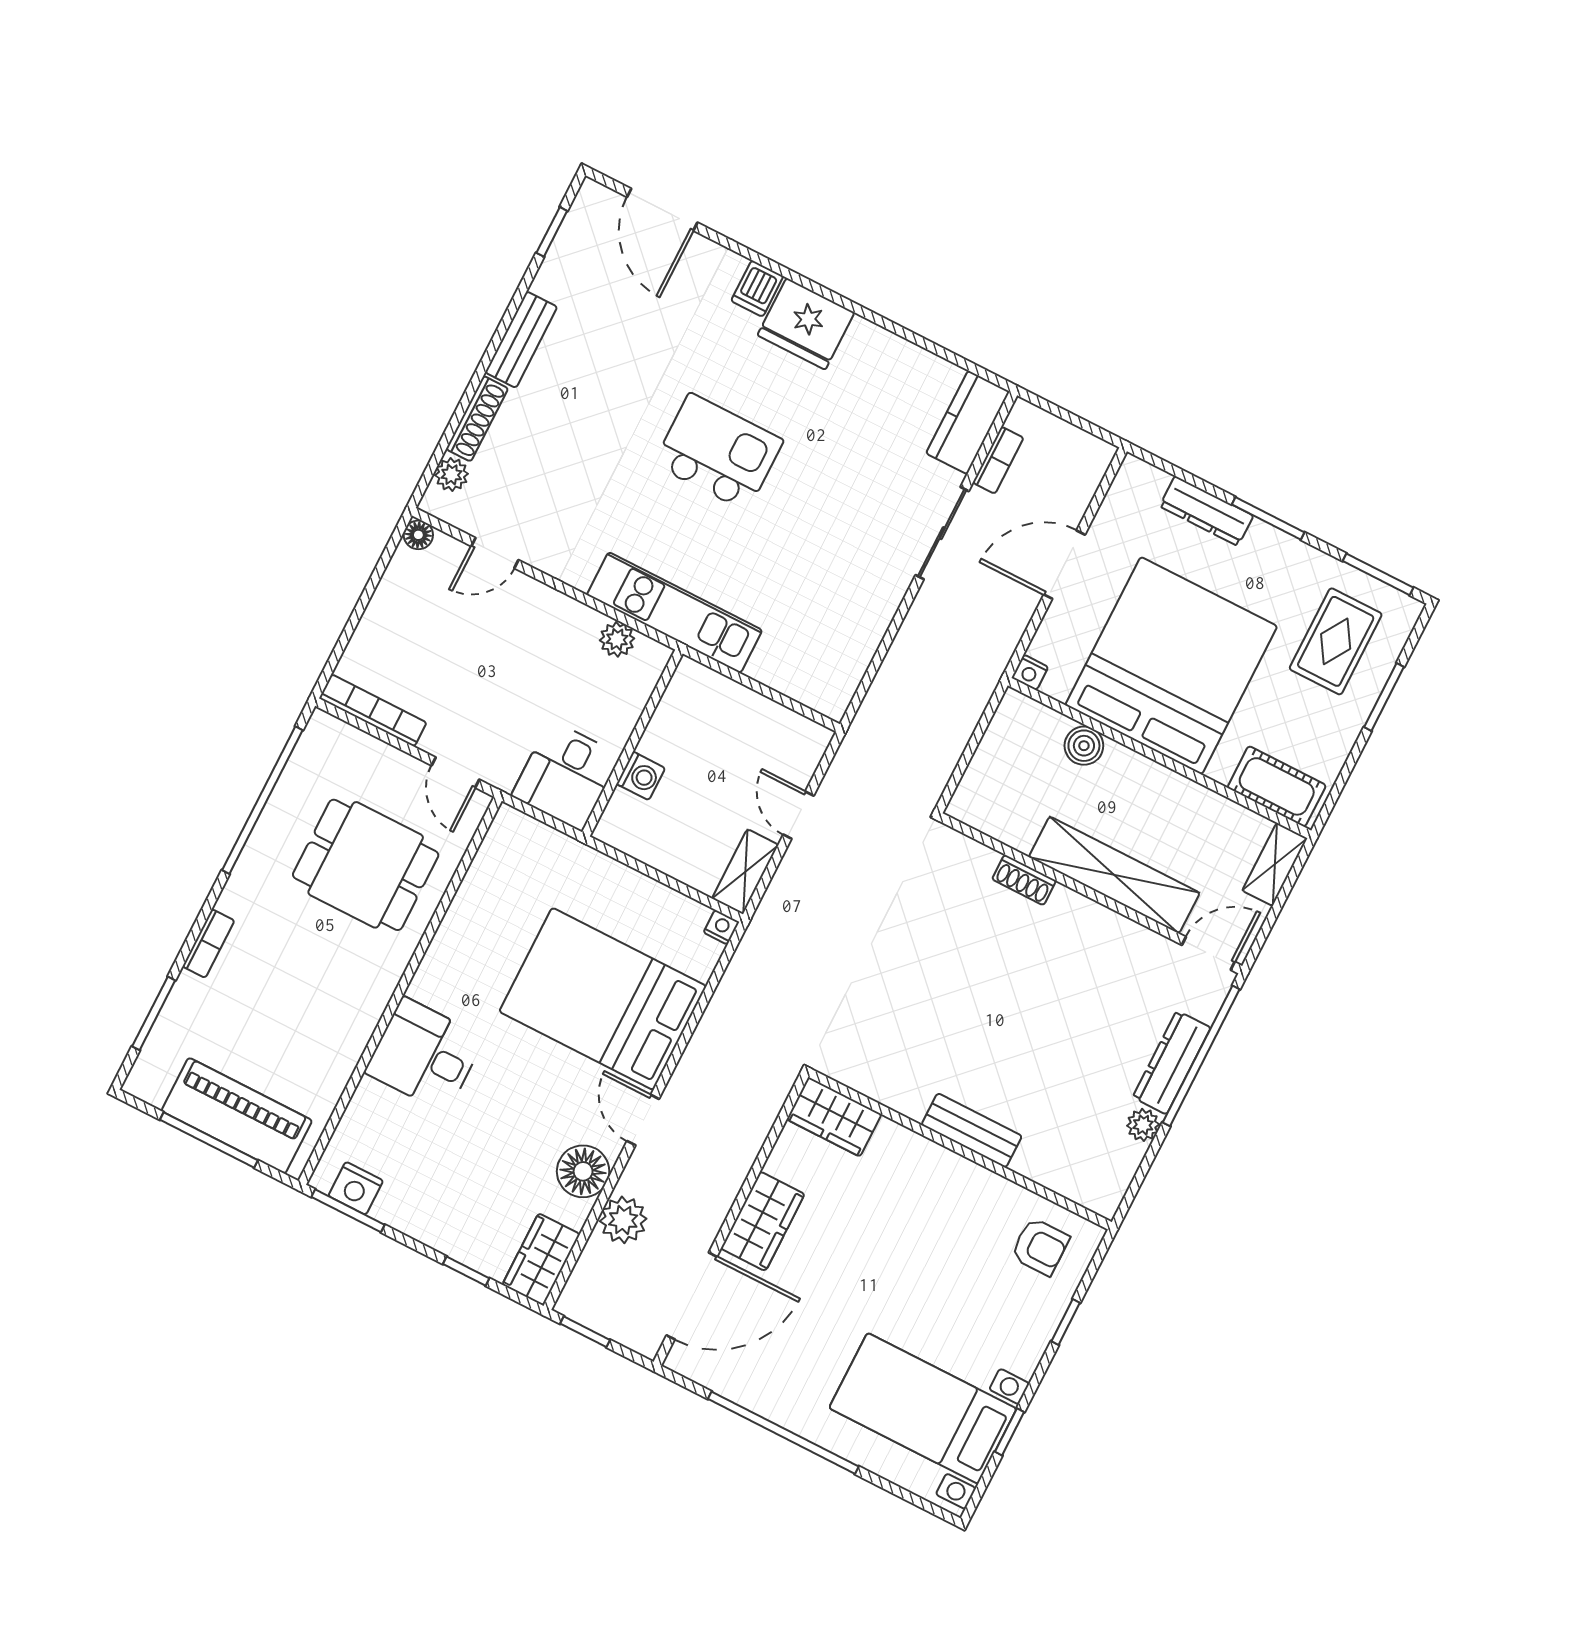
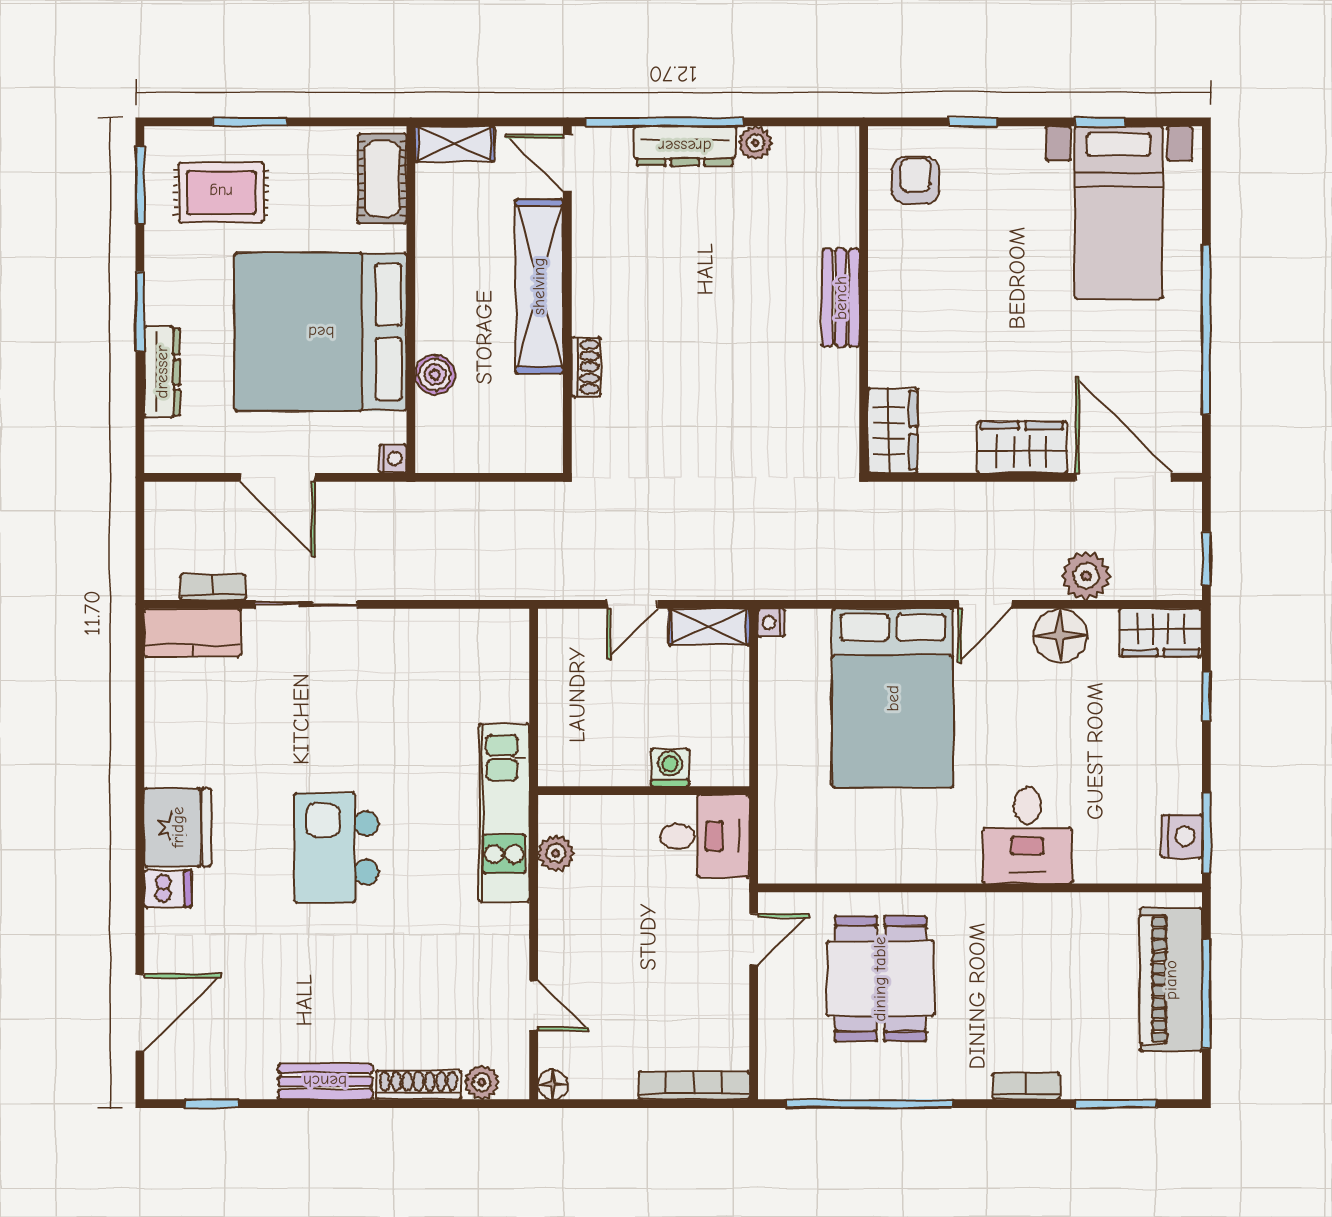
bookcase: (373, 710) -> (694, 1085), moved, turned 90

